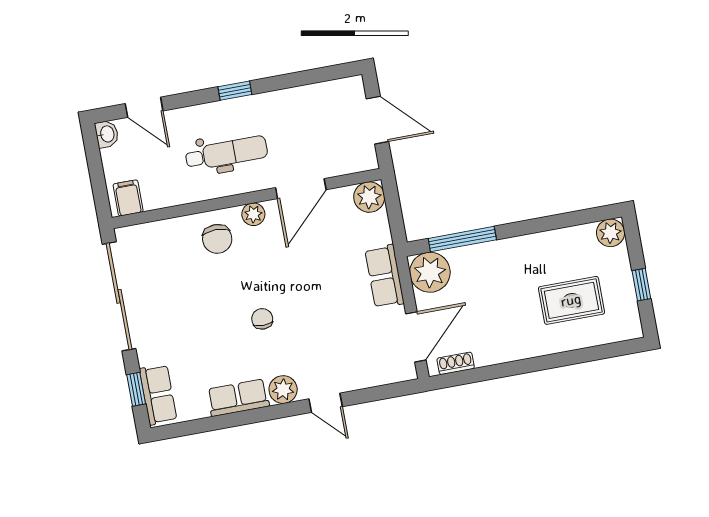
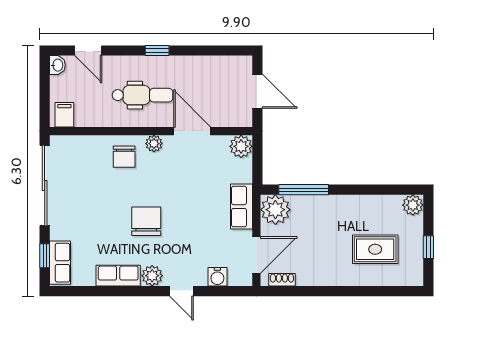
door: (301, 189) -> (192, 131), swing flipped
chair: (262, 319) -> (146, 221), width x1.87, depth x1.87
water cooler: (370, 375) -> (217, 277), added

